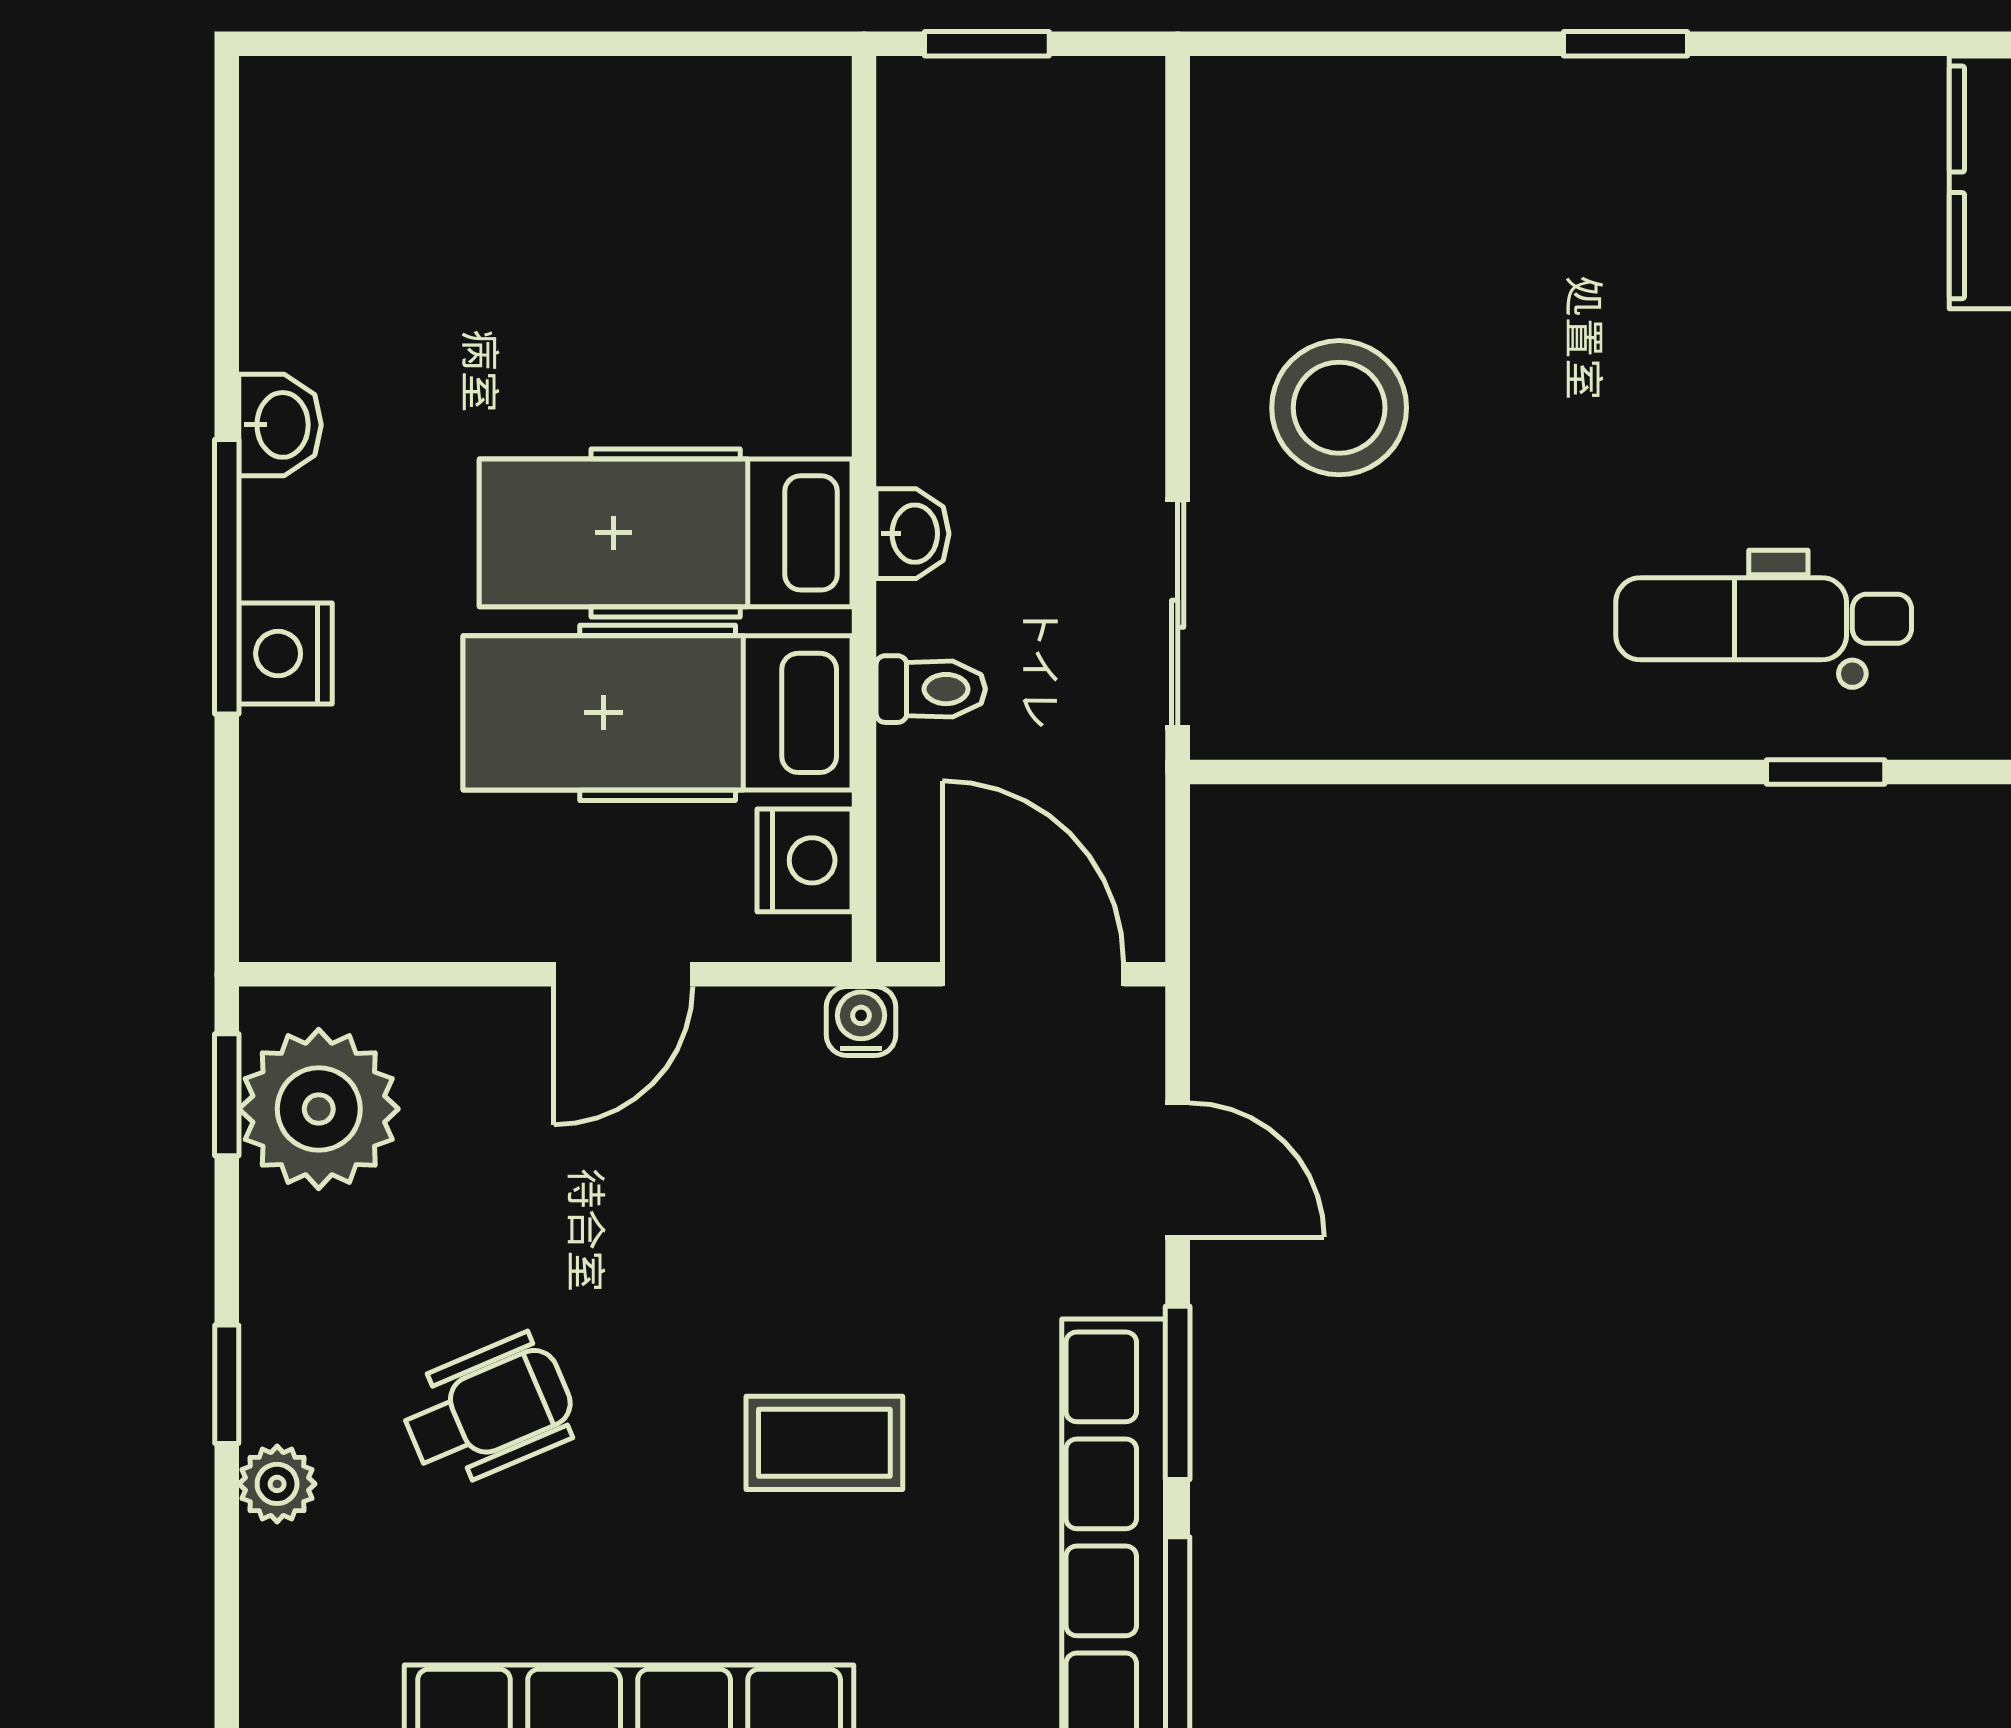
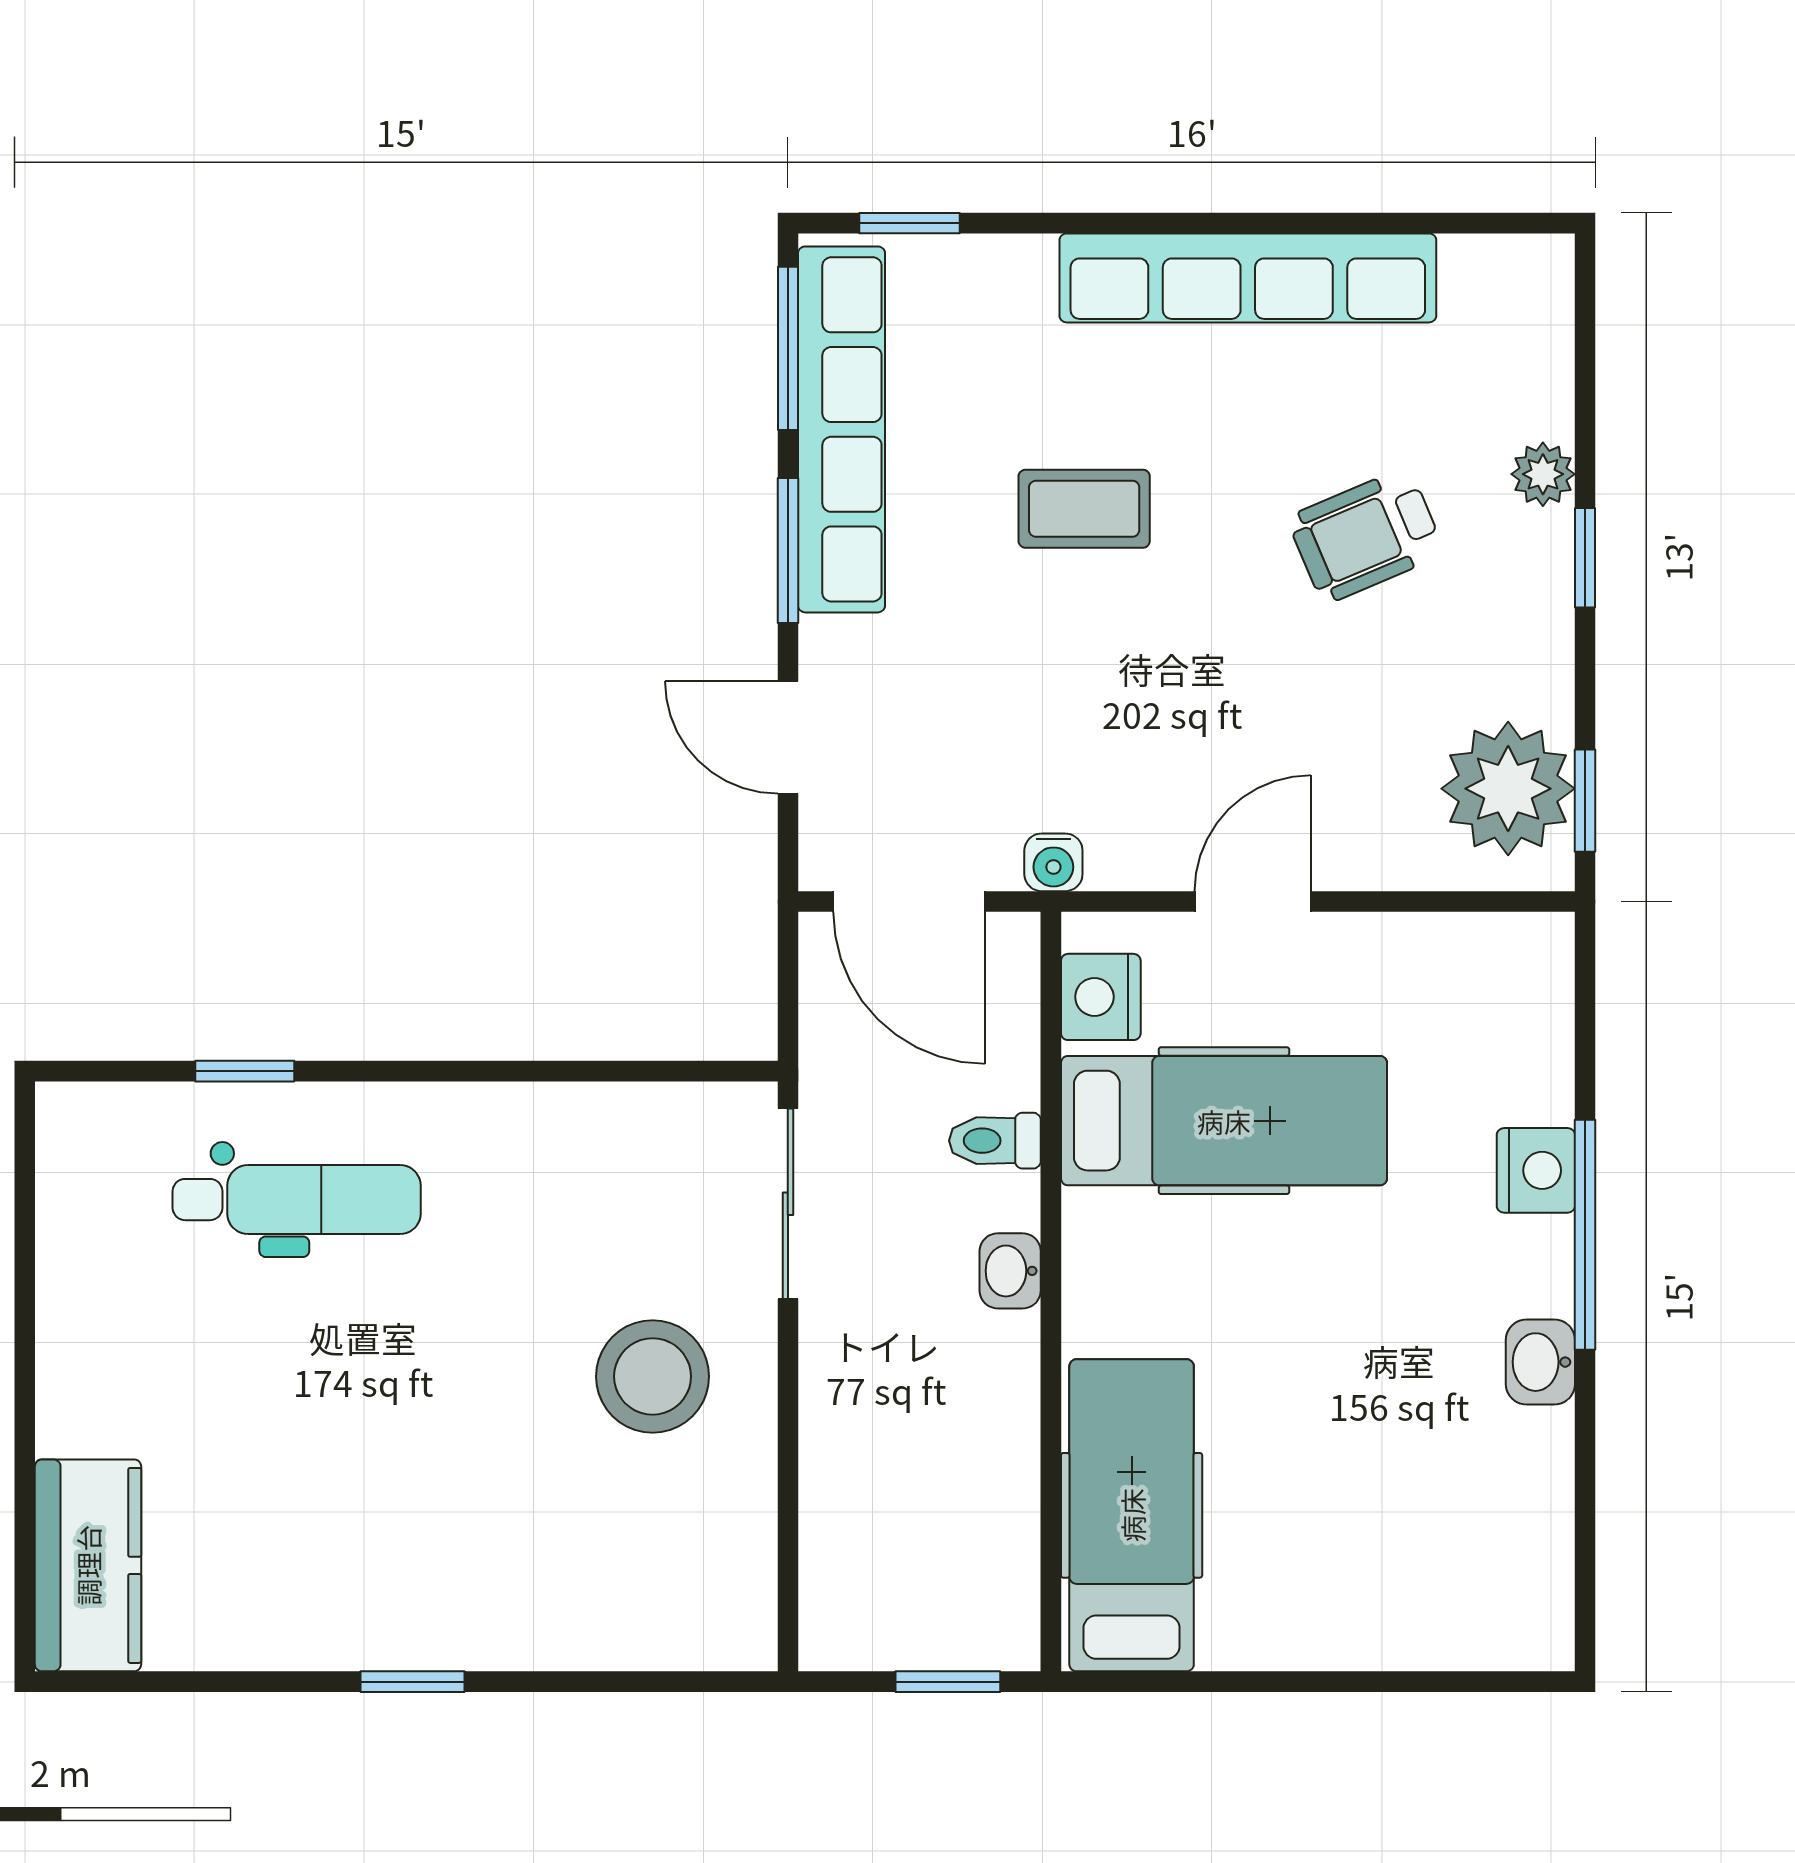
hospital bed: (666, 533) -> (1132, 1515), moved, turned -90

